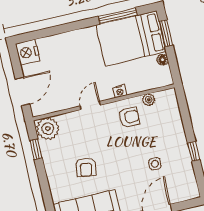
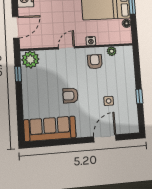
armchair: (129, 117) -> (95, 62), turned -90
armchair: (86, 167) -> (71, 95), moved, turned 81

